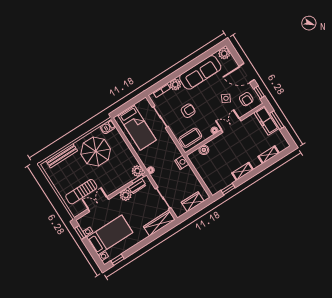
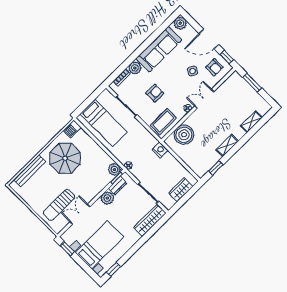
freezer: (266, 120) -> (241, 85), removed
boiler: (204, 150) -> (184, 135), width x1.86, depth x1.86

